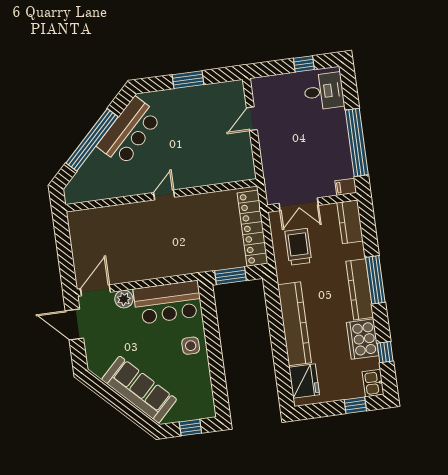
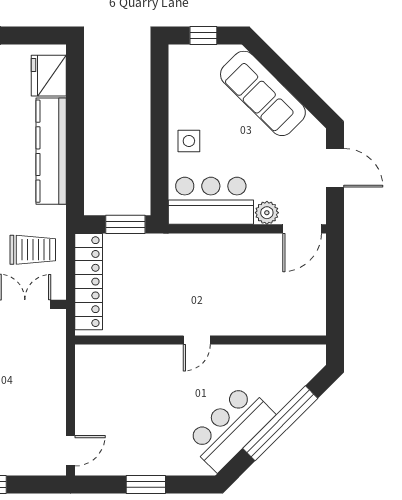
door: (252, 119) -> (70, 451), moved
trolley: (298, 247) -> (33, 250), turned -90
door: (74, 324) -> (335, 168), moved

